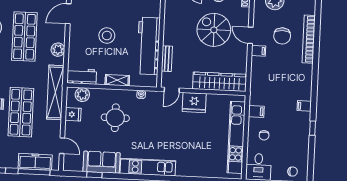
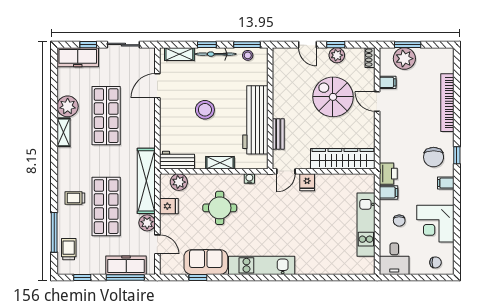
chair: (282, 36) -> (434, 157), moved
plant: (58, 50) -> (147, 223), moved
filing cabinet: (258, 51) -> (388, 82), moved
printer: (257, 96) -> (388, 174), added
fridge: (194, 103) -> (307, 182), width x0.53, depth x0.75
window: (312, 128) -> (457, 155), moved
kitchen unit: (236, 137) -> (366, 225), width x0.73
corner desk: (294, 139) -> (435, 224), added

